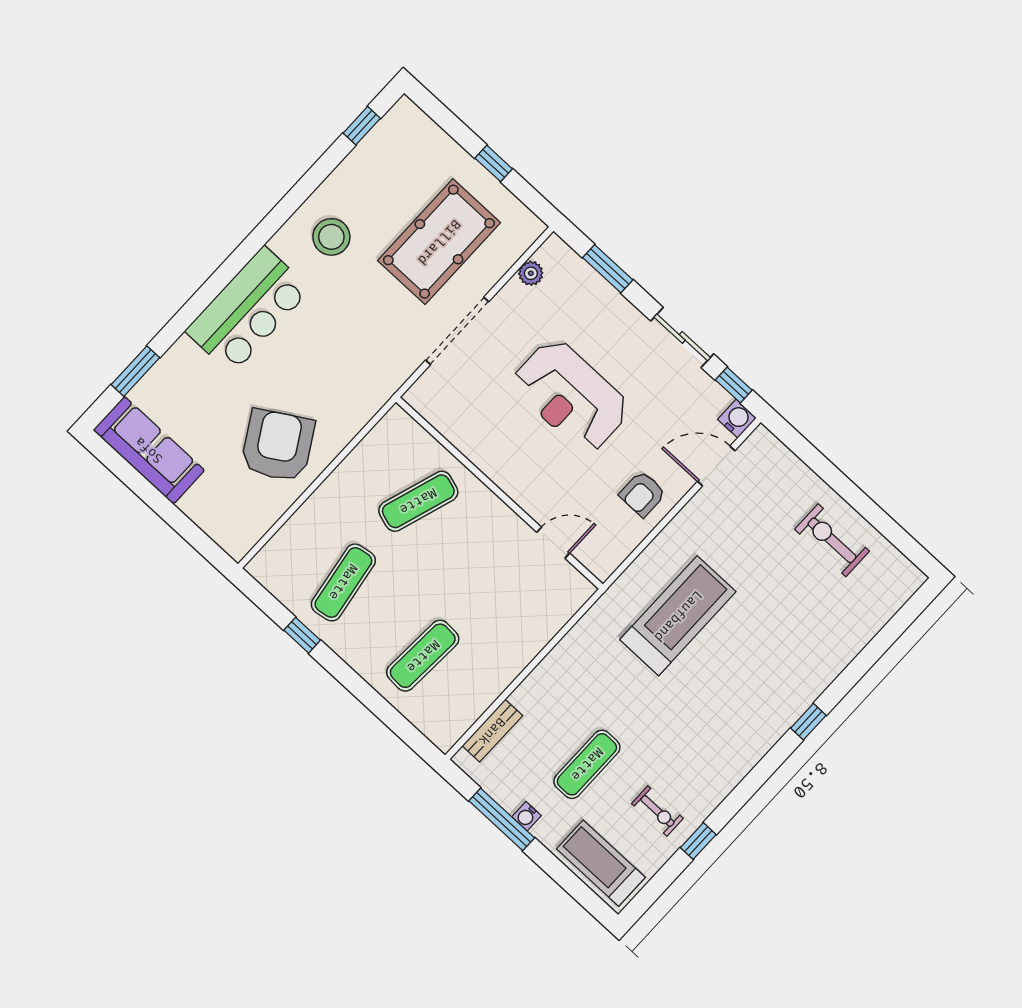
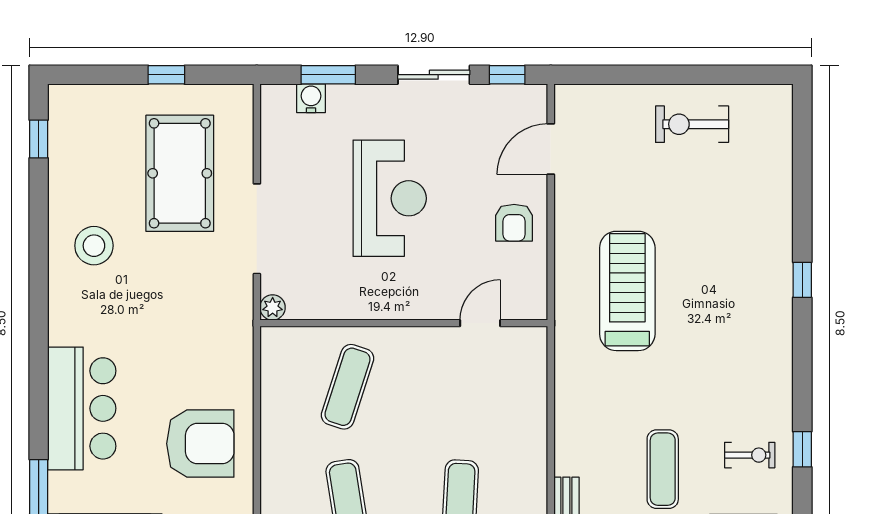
plant: (531, 273) -> (273, 307), moved
bar counter: (248, 310) -> (82, 408), moved
reception desk: (571, 396) -> (390, 198), turned -90
water cooler: (737, 419) -> (311, 98), moved
armchair: (278, 446) -> (200, 444), turned 121

